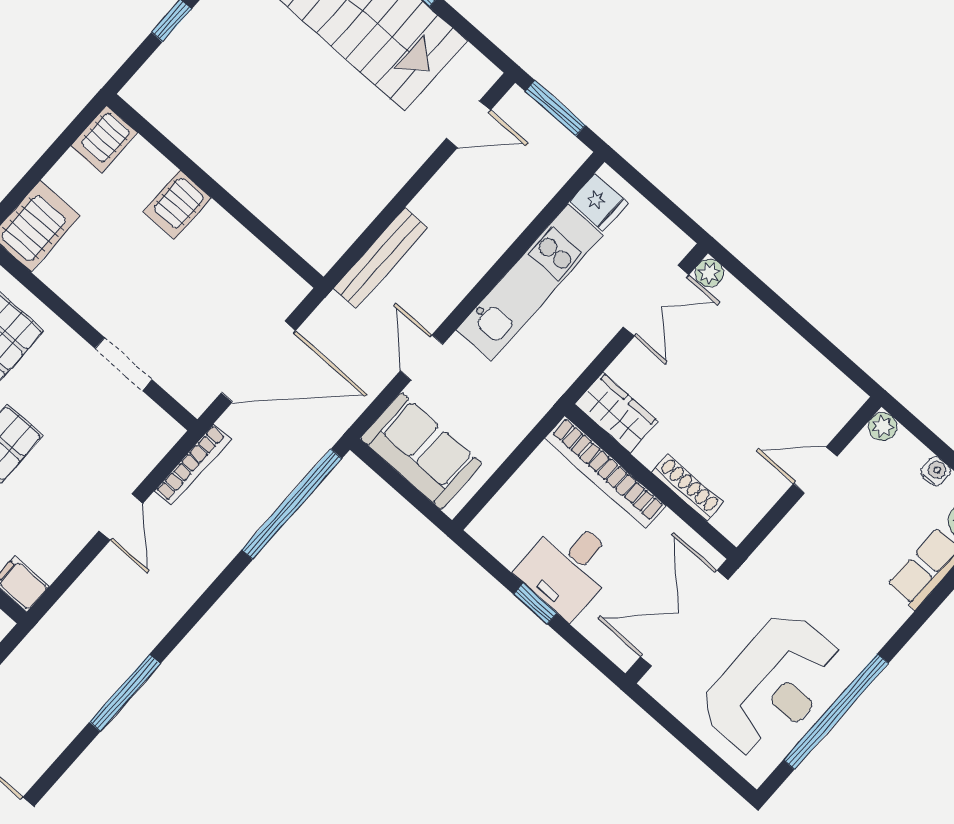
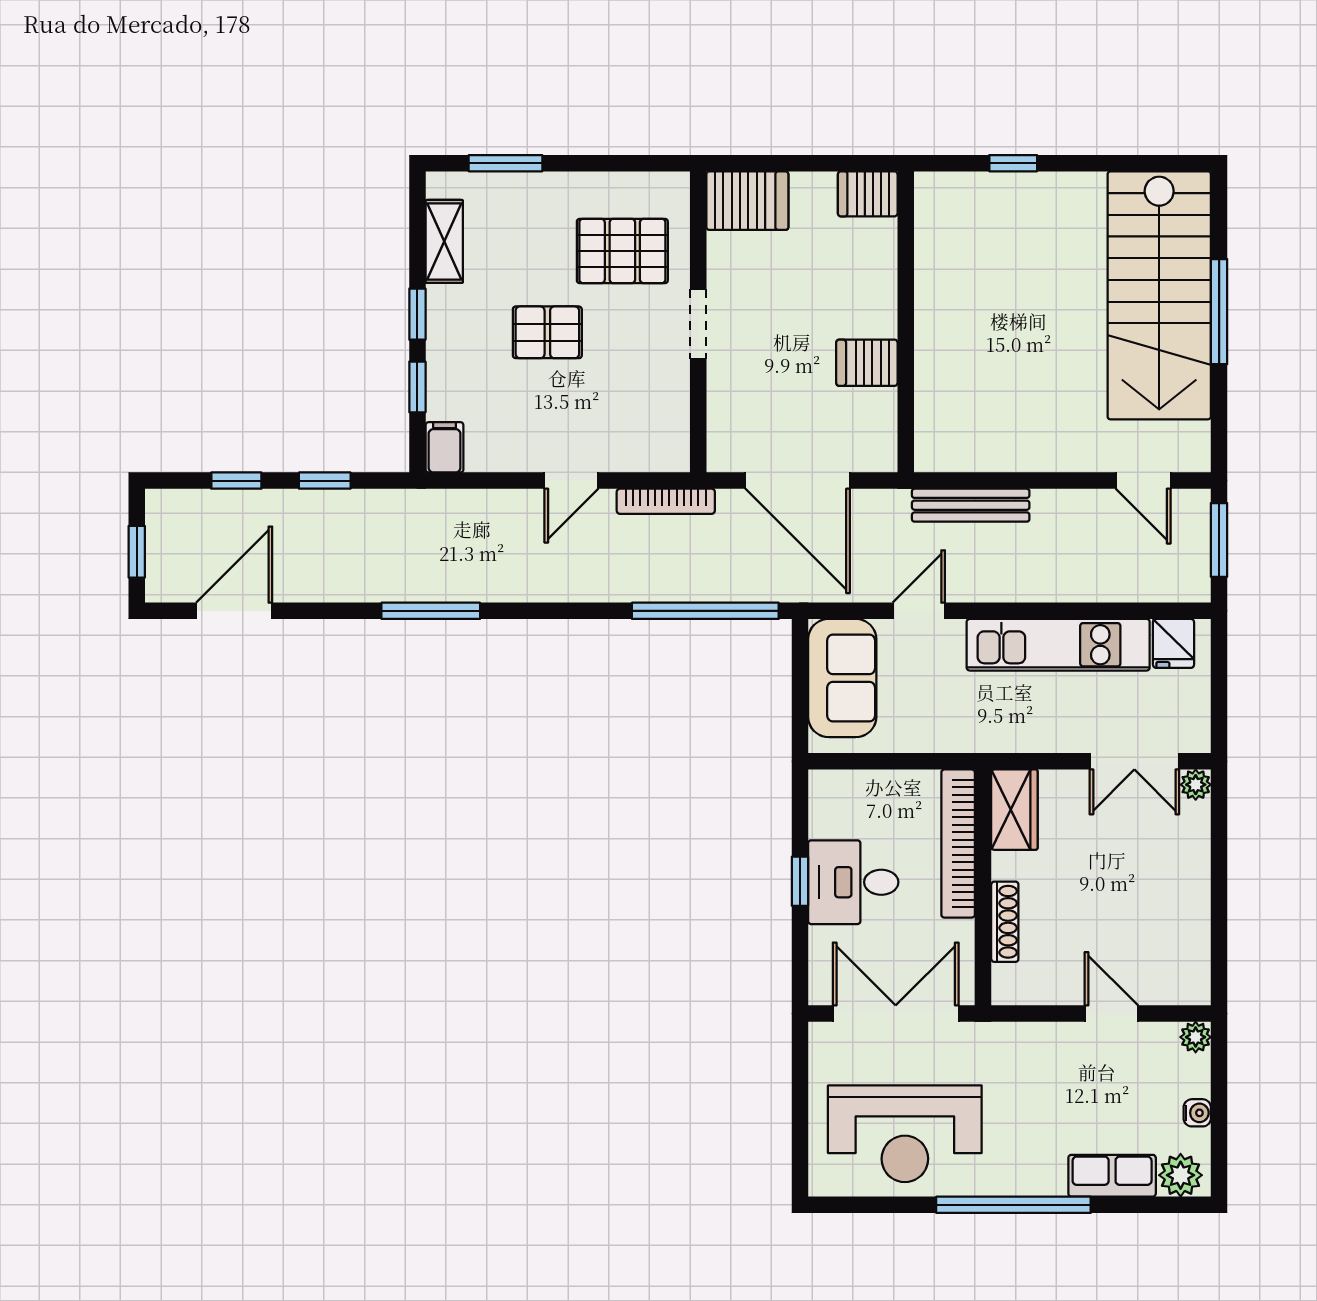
server rack: (177, 205) -> (867, 363), moved
doorway: (123, 364) -> (698, 324), moved
window: (836, 712) -> (1013, 1205), moved

